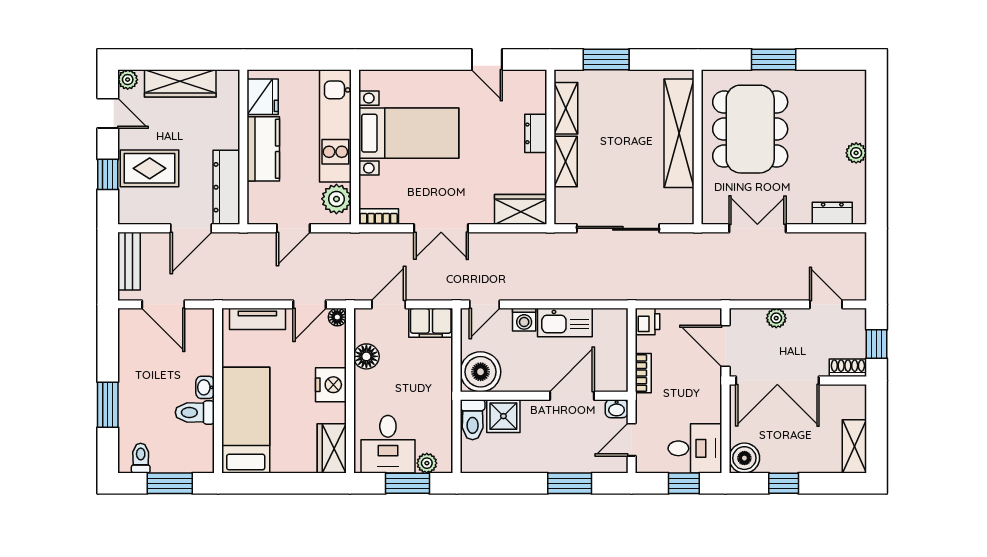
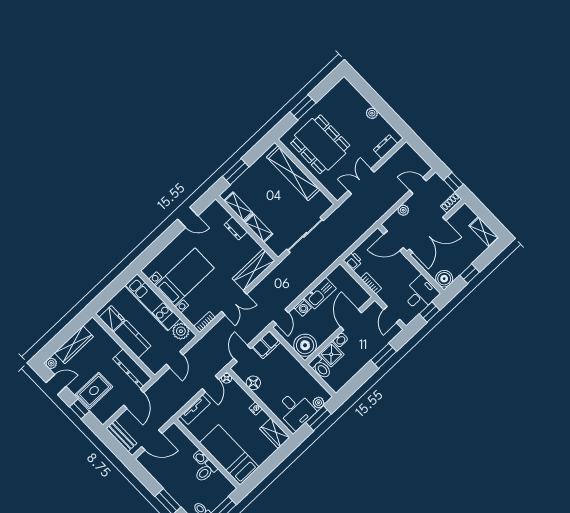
wardrobe: (521, 209) -> (254, 270), width x1.50
nightstand: (331, 385) -> (256, 409), width x0.53, depth x0.56
washbasin: (617, 409) -> (340, 340), moved

